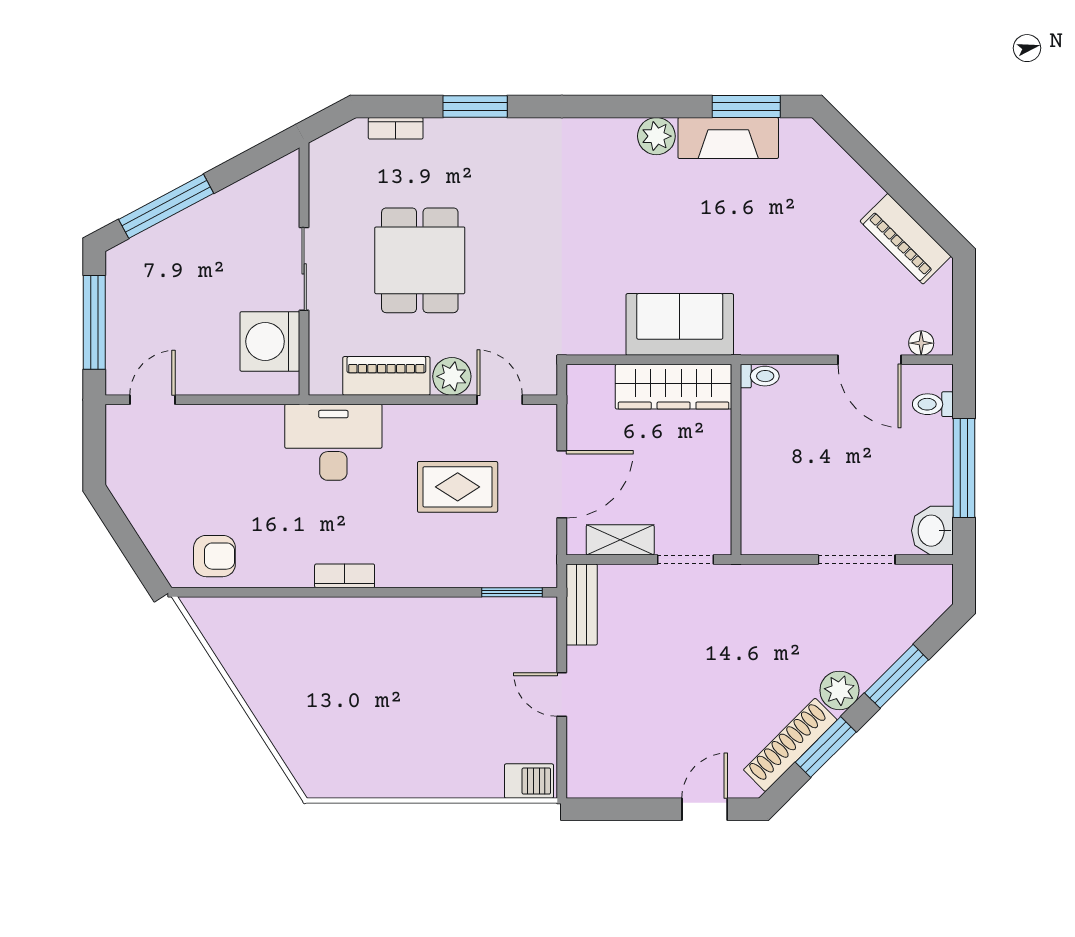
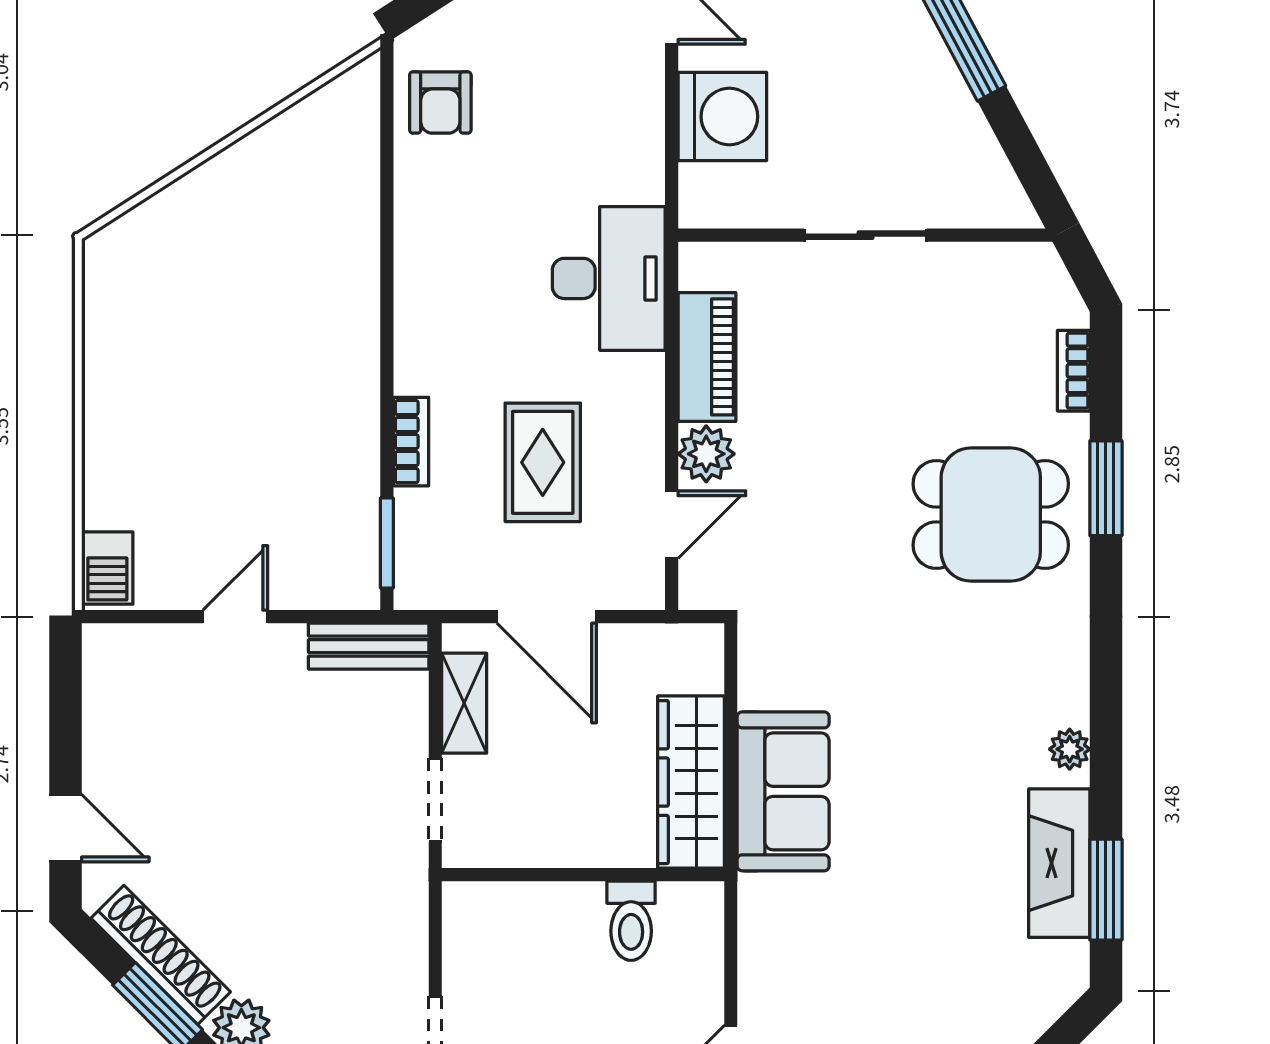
plant: (656, 136) -> (1070, 749), width x0.73, depth x0.73
dining table: (420, 260) -> (991, 514), moved
washing machine: (270, 341) -> (722, 116), moved, turned 90
toilet: (760, 376) -> (631, 921), moved, width x1.37, depth x1.39
bookcase: (345, 576) -> (411, 442), moved

